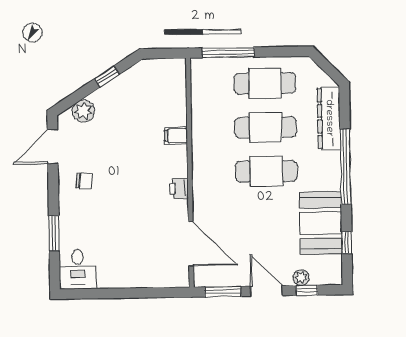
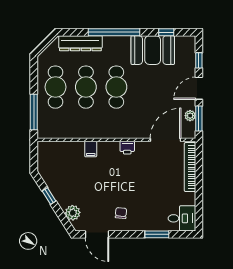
plant: (301, 278) -> (190, 116), moved
bookcase: (152, 280) -> (190, 167), added

